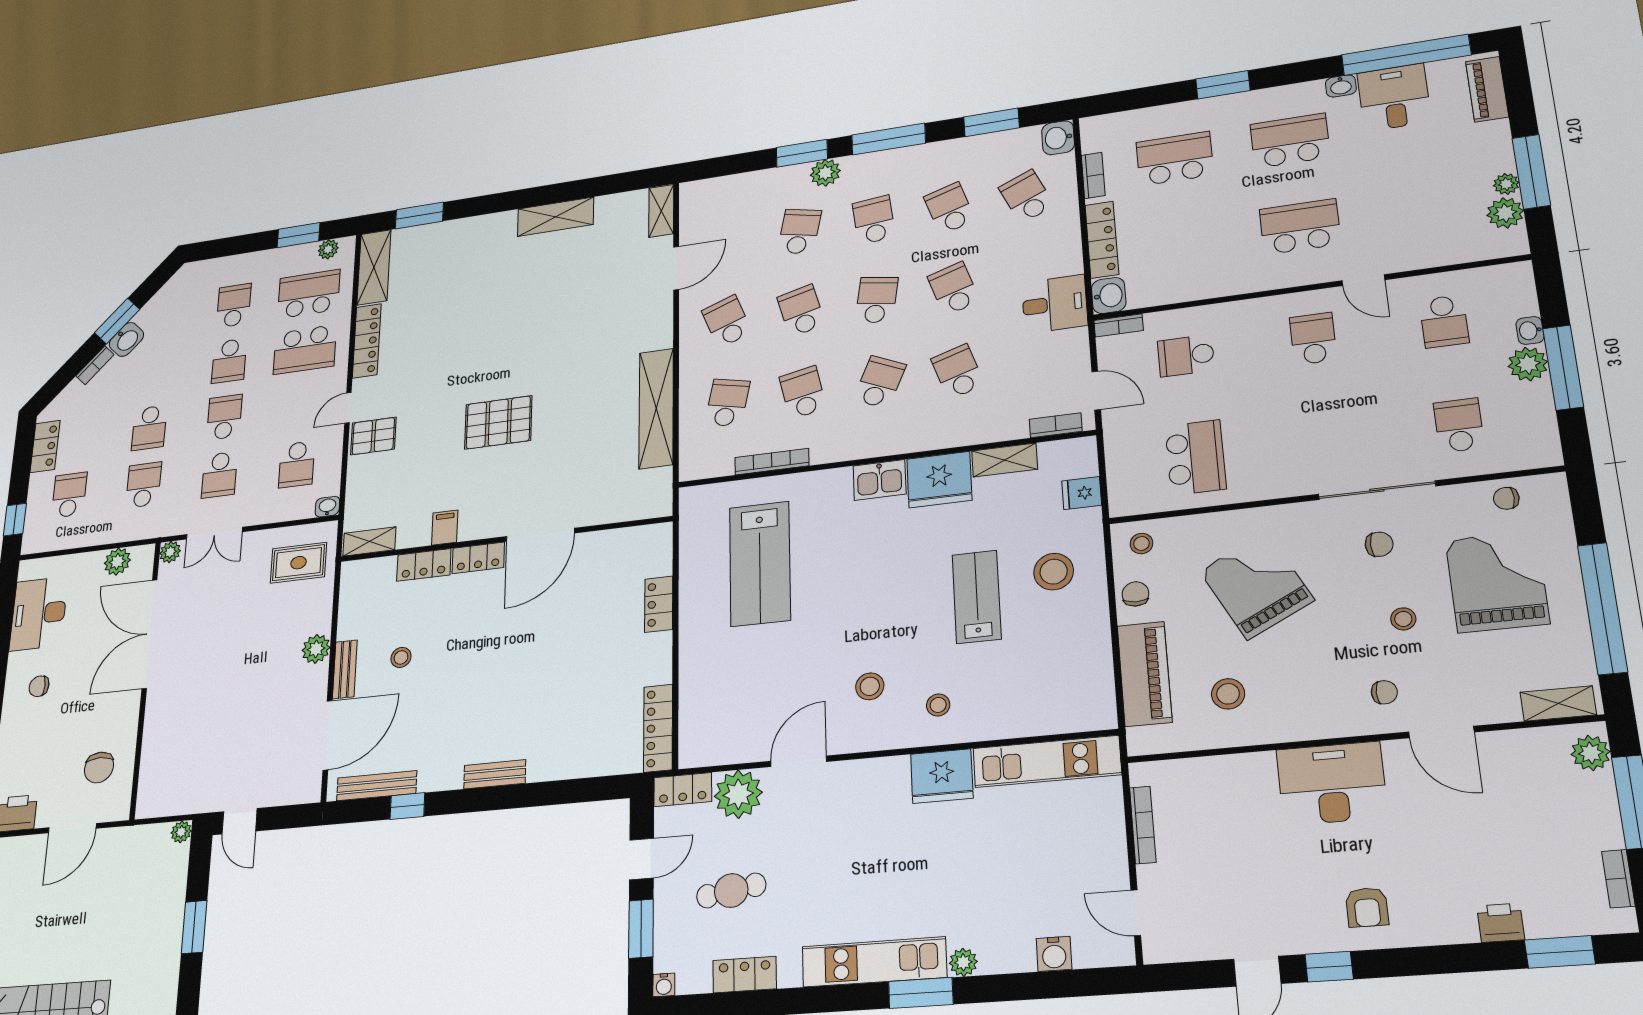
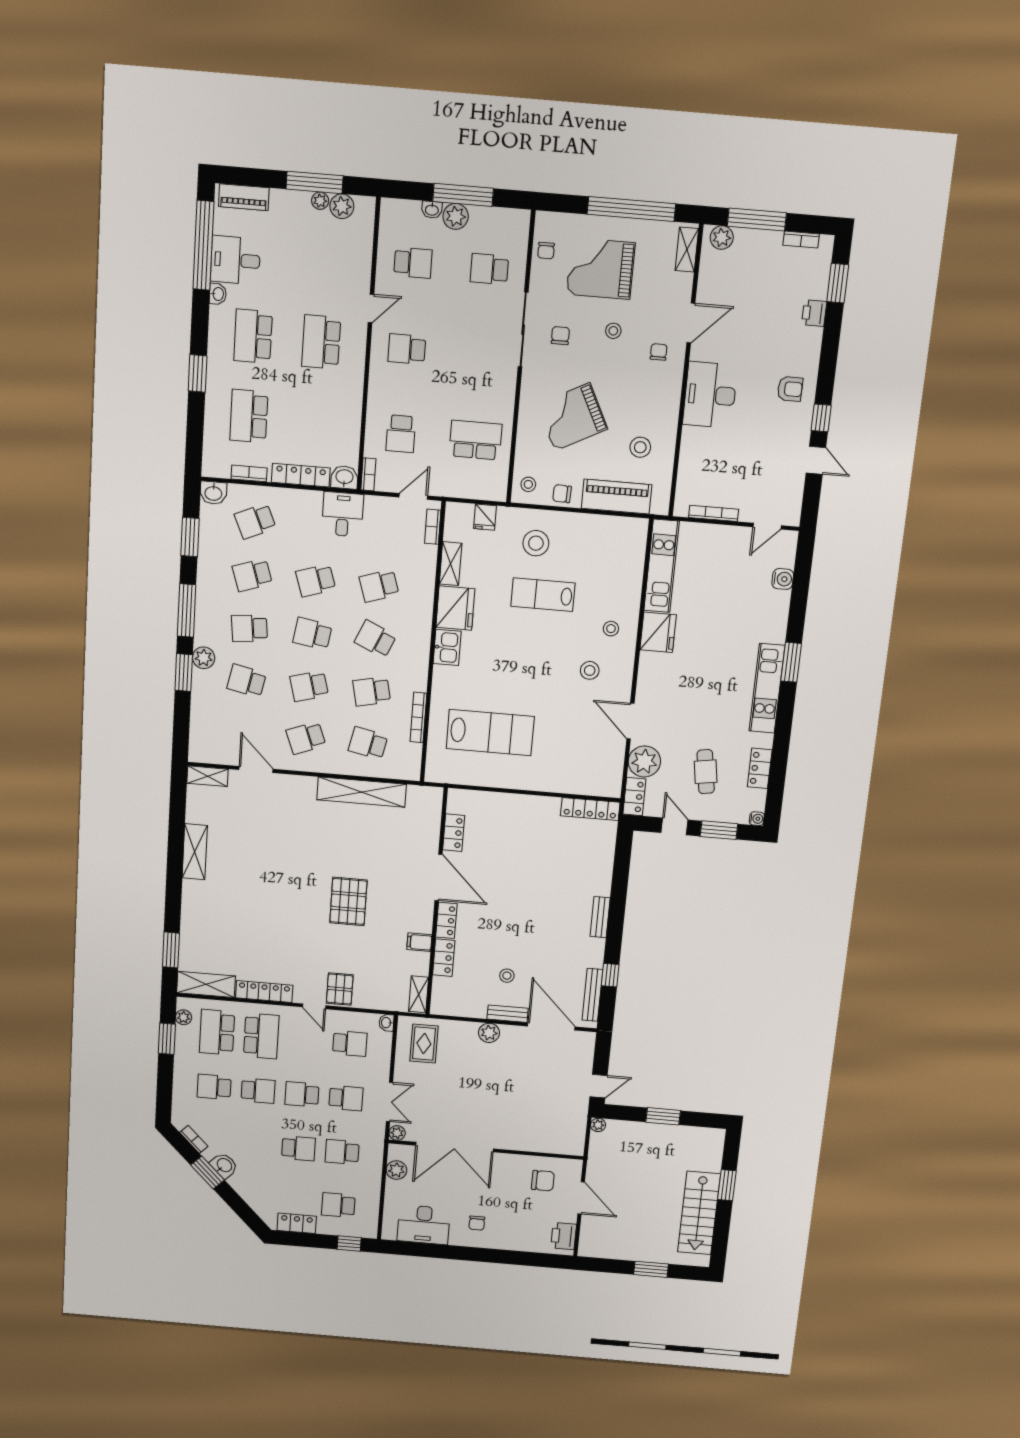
bookcase: (95, 365) -> (194, 1139), moved
locker: (659, 604) -> (454, 833), moved, turned -90
plant: (963, 962) -> (777, 634), removed

